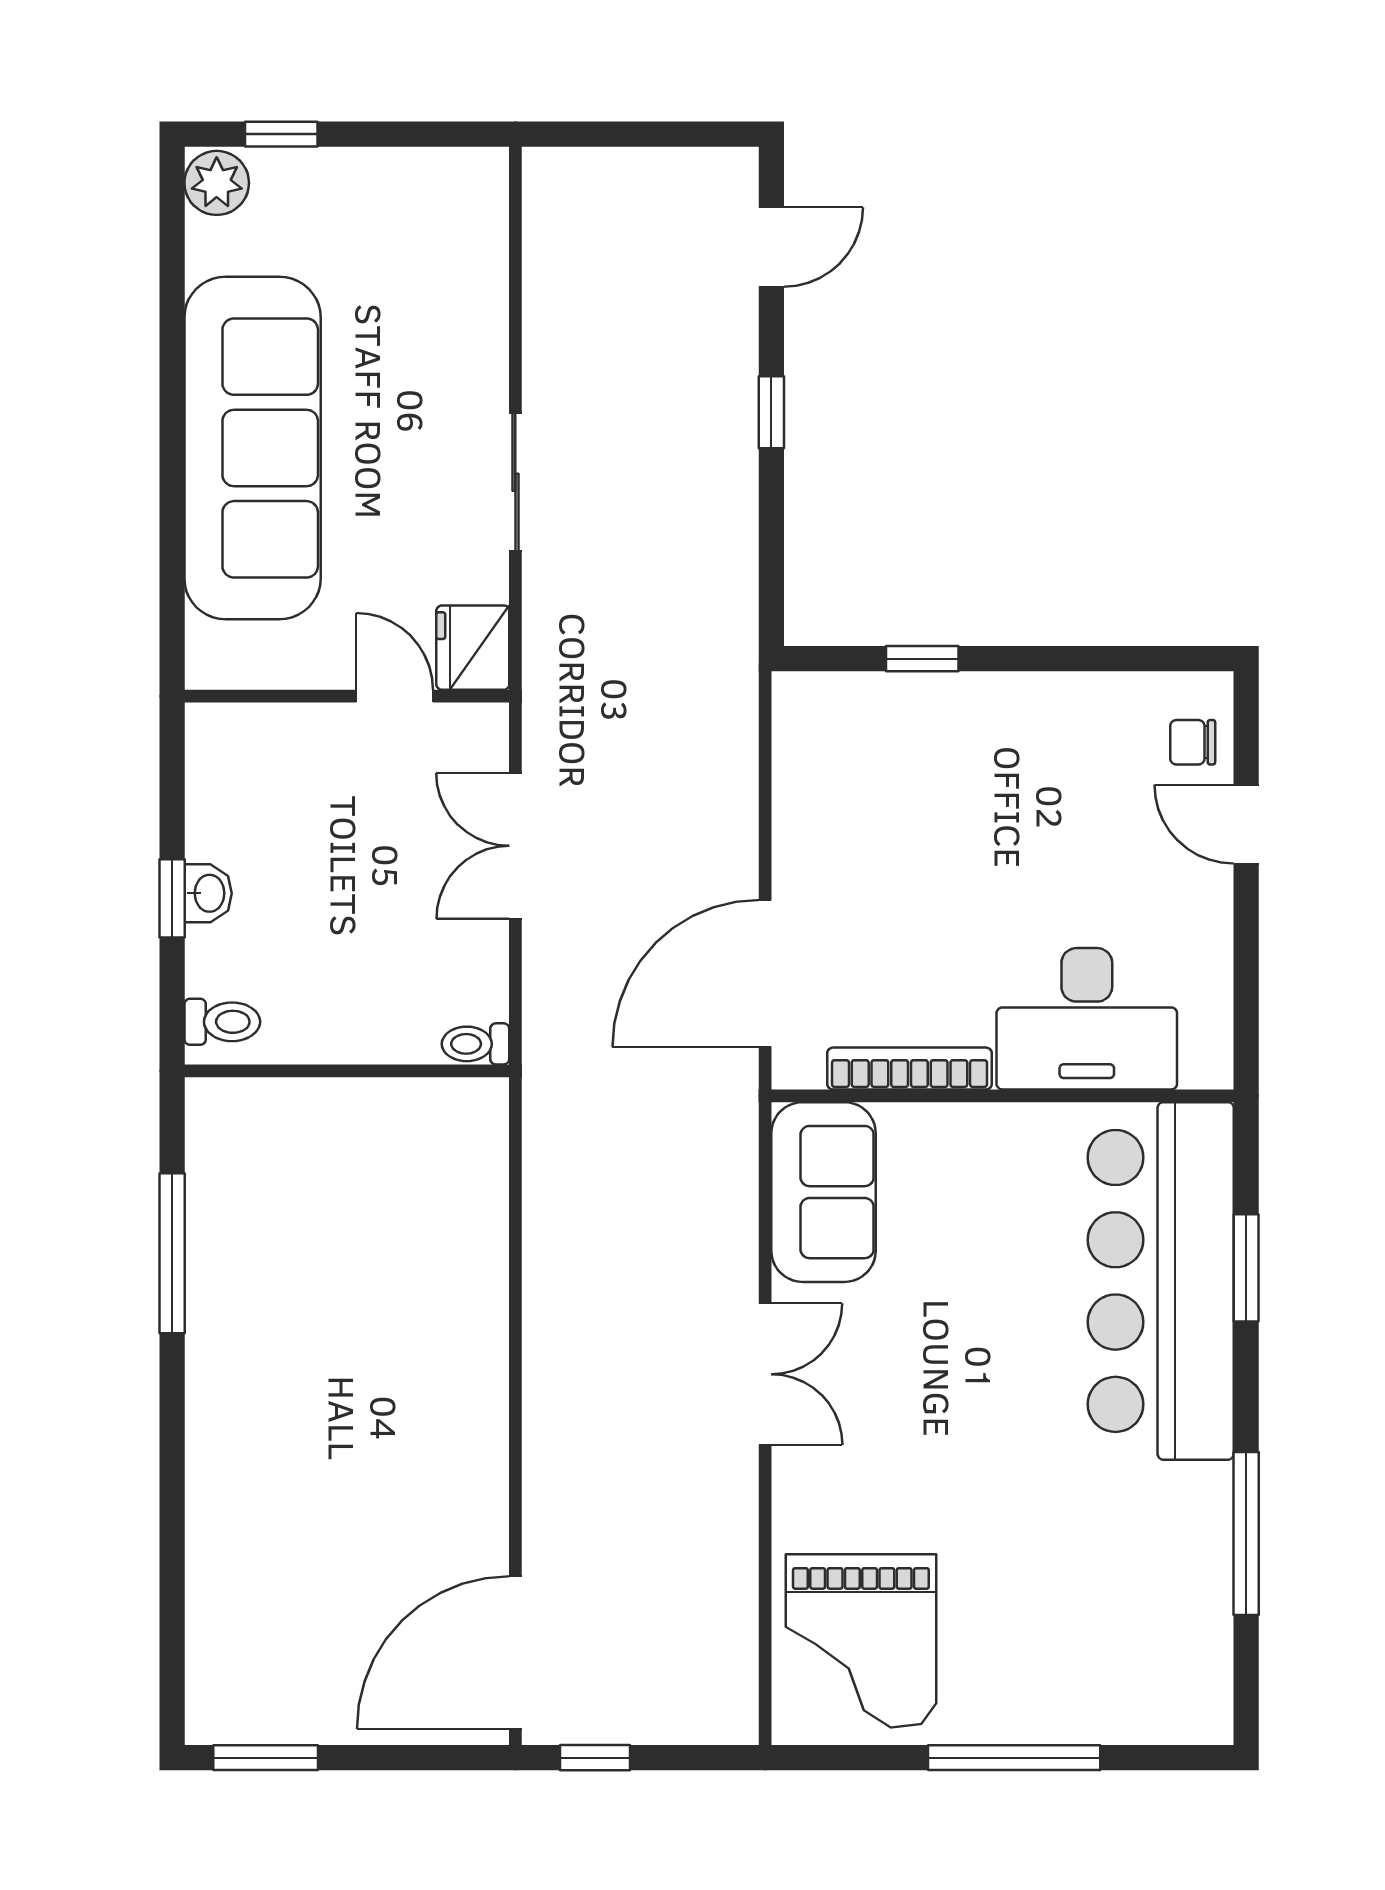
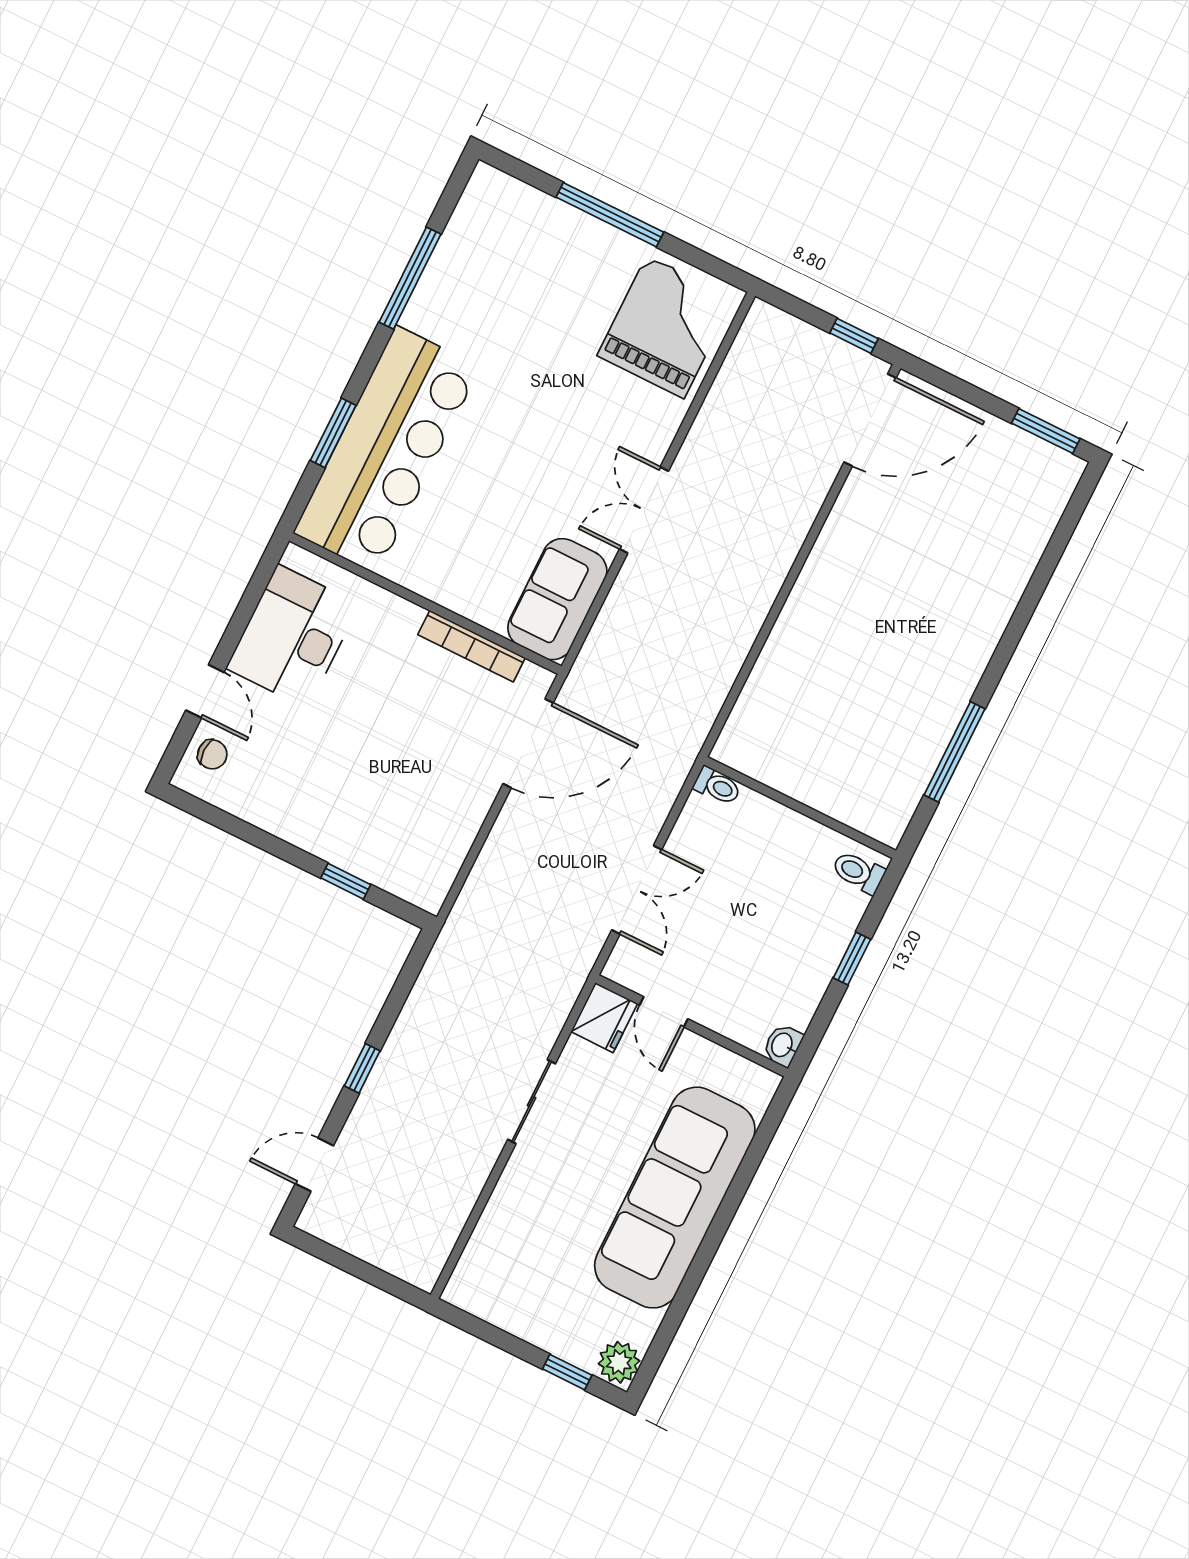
washbasin: (208, 893) -> (783, 1045), moved
desk: (1087, 1019) -> (293, 636), moved, turned -90

